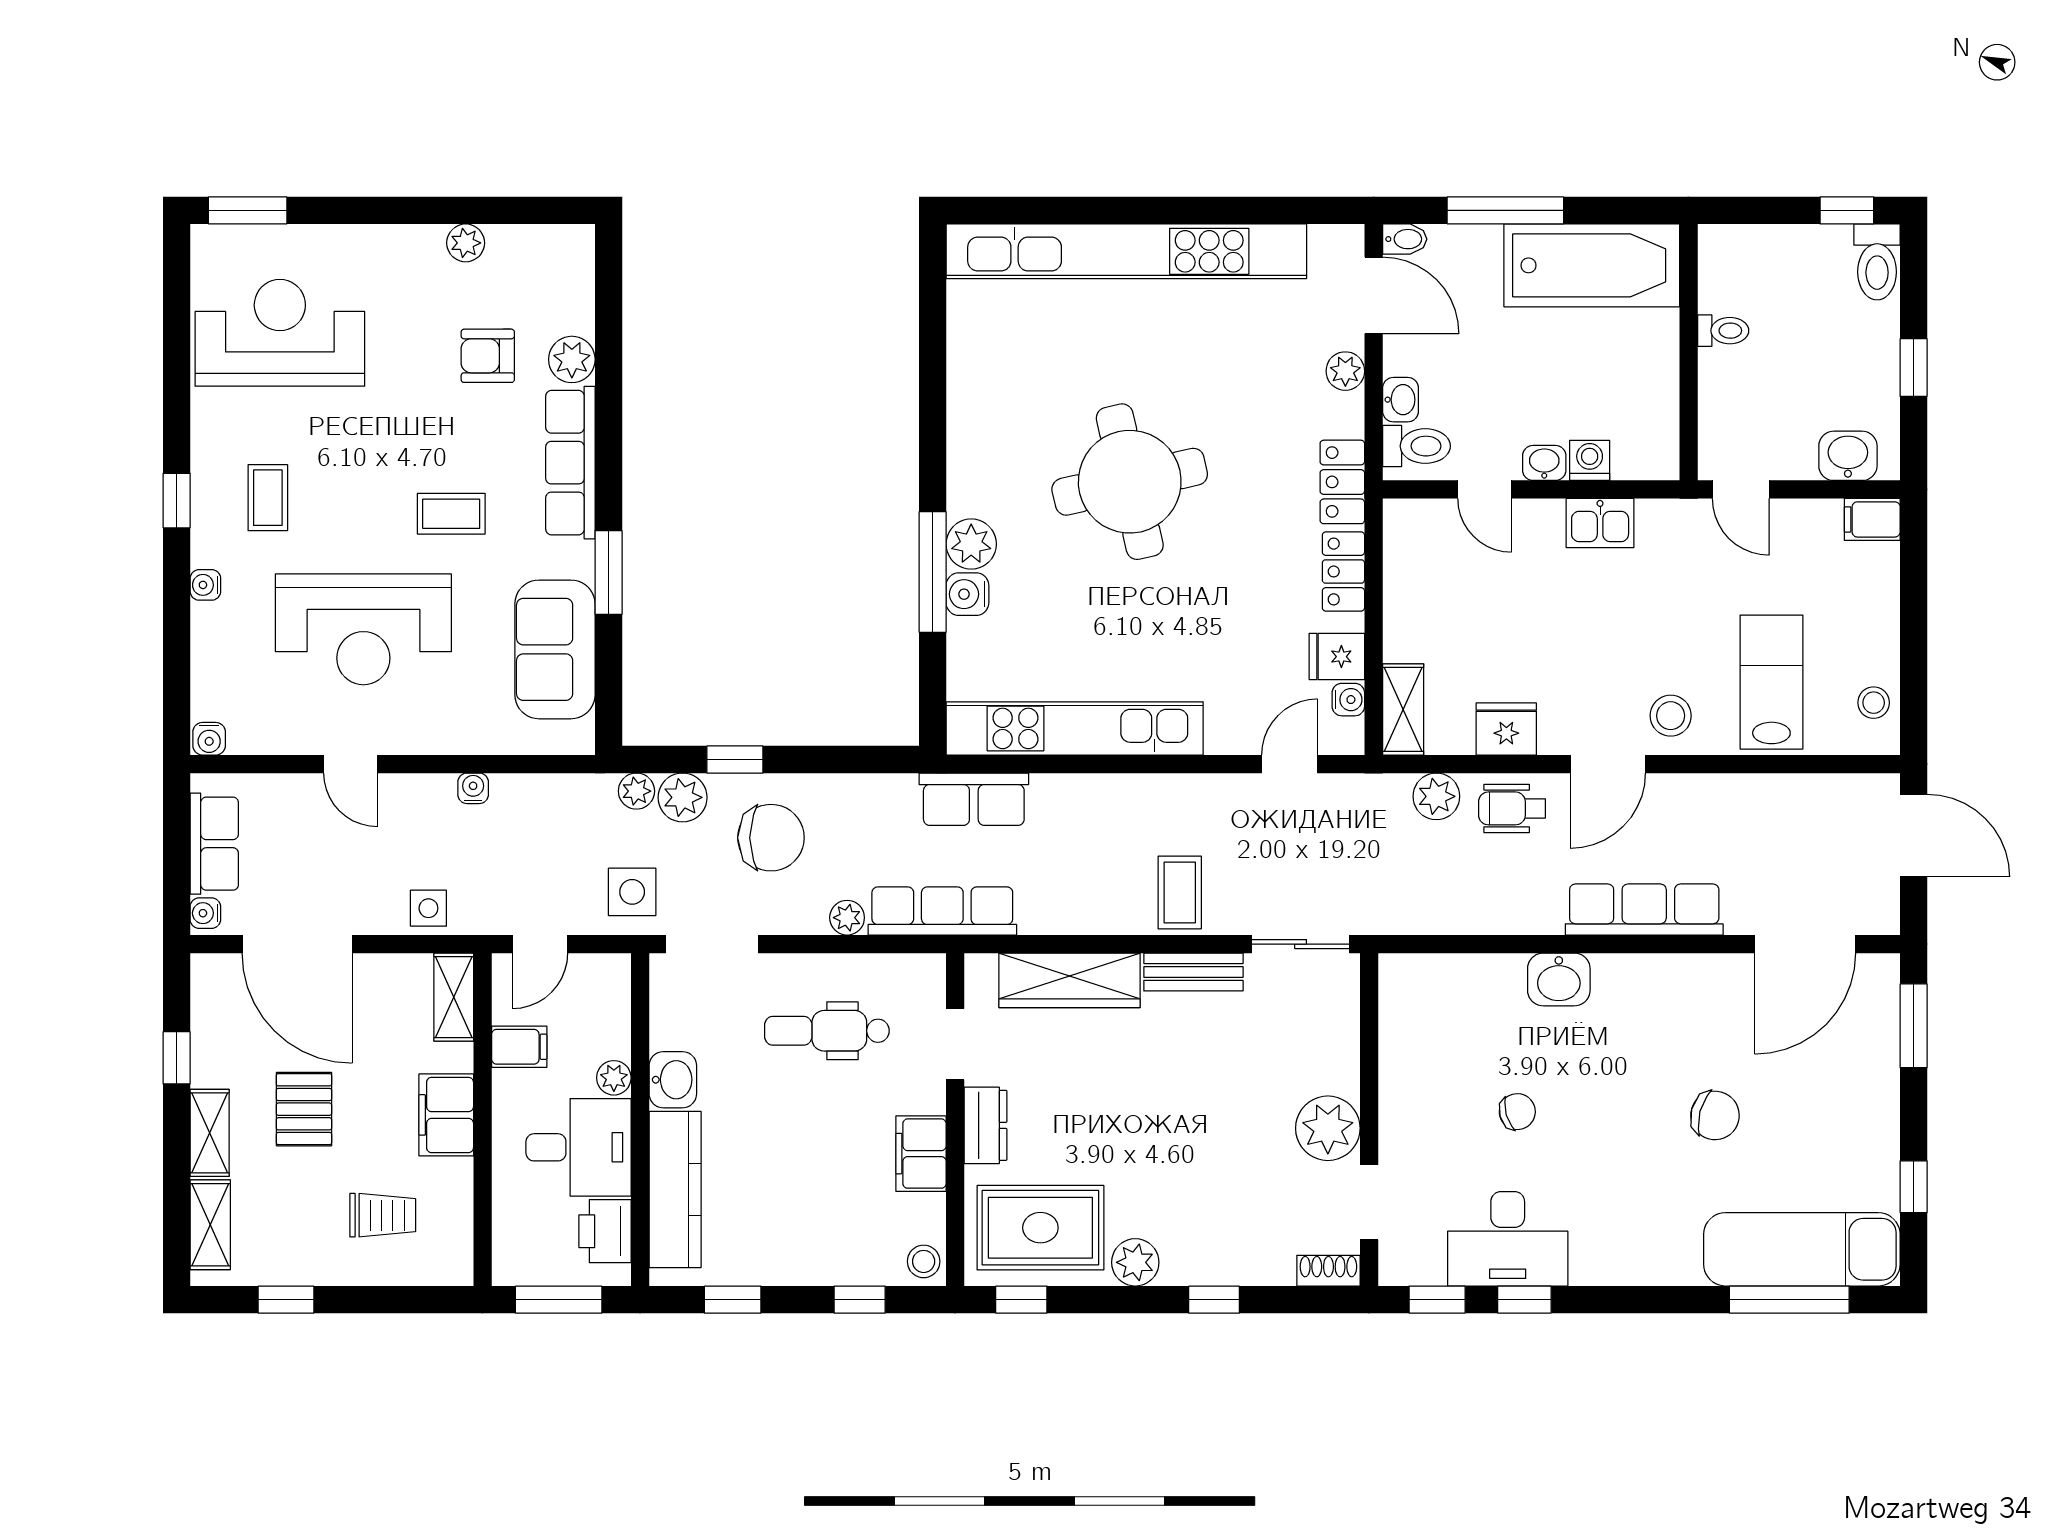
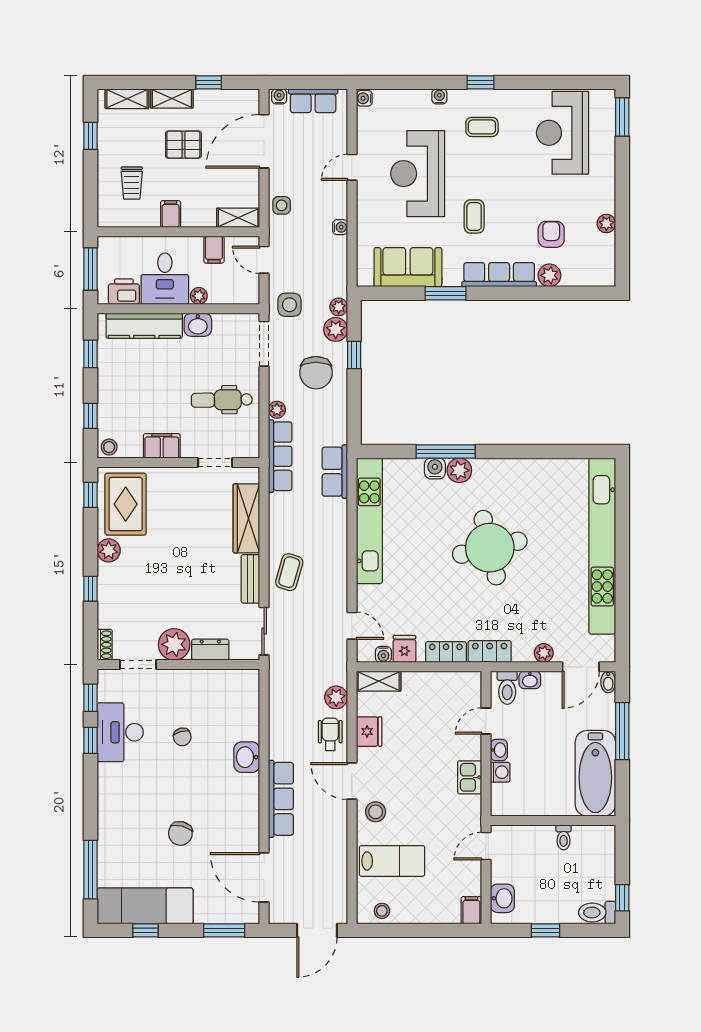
reception desk: (280, 333) -> (562, 133), turned 180
coffee table: (1180, 893) -> (289, 572), turned -74
dental chair: (827, 1031) -> (222, 400), turned -91
filing cabinet: (446, 1115) -> (171, 214), width x0.50
dresser: (986, 1125) -> (210, 650), moved, turned 180
exam couch: (1802, 1249) -> (145, 906), moved, turned -90

